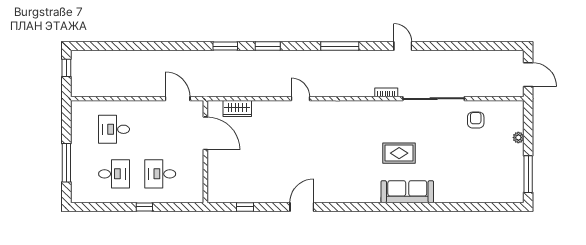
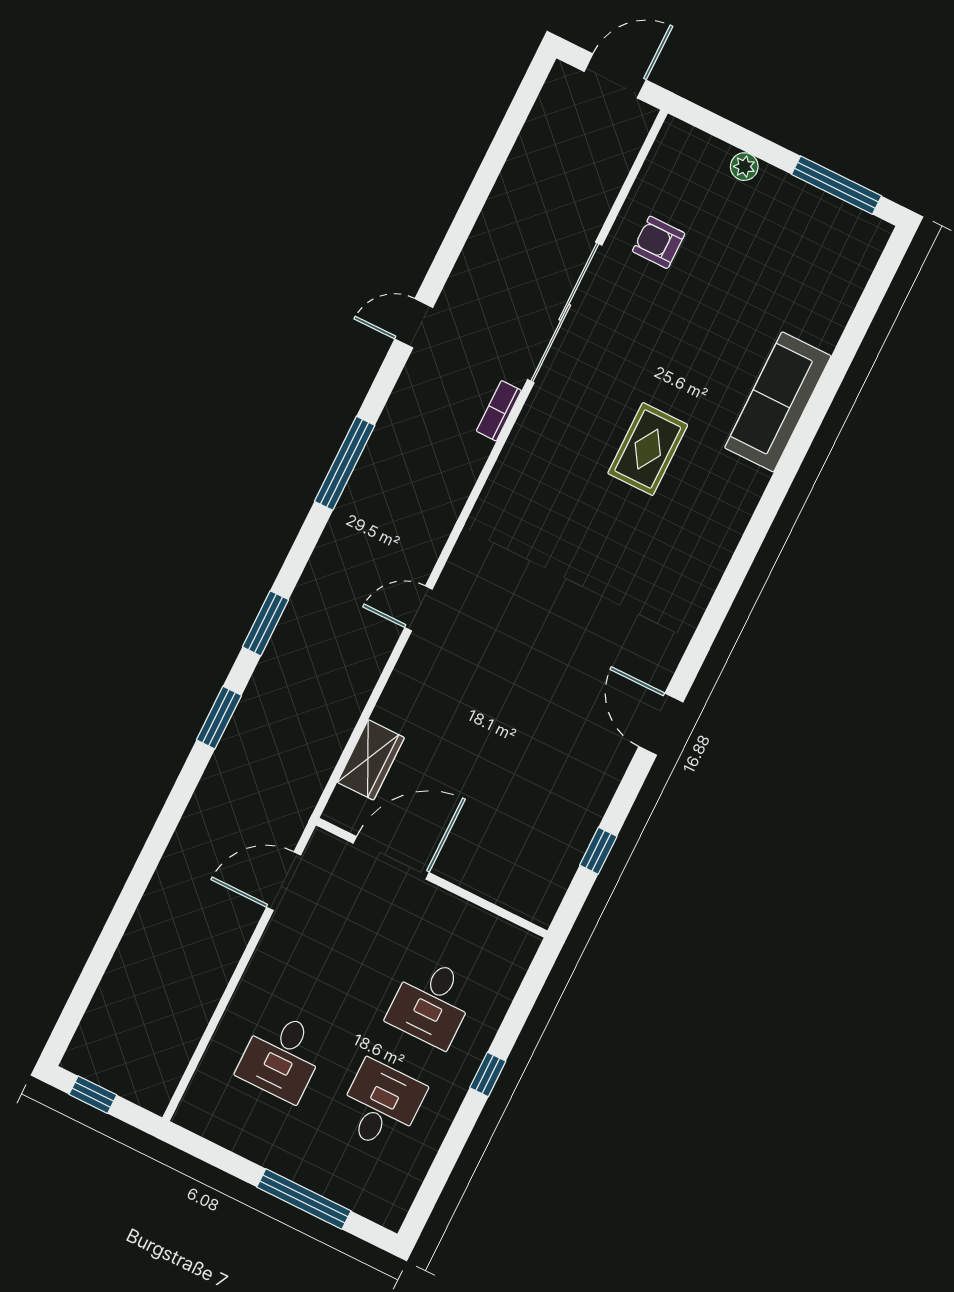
sofa: (407, 192) -> (778, 402), moved

